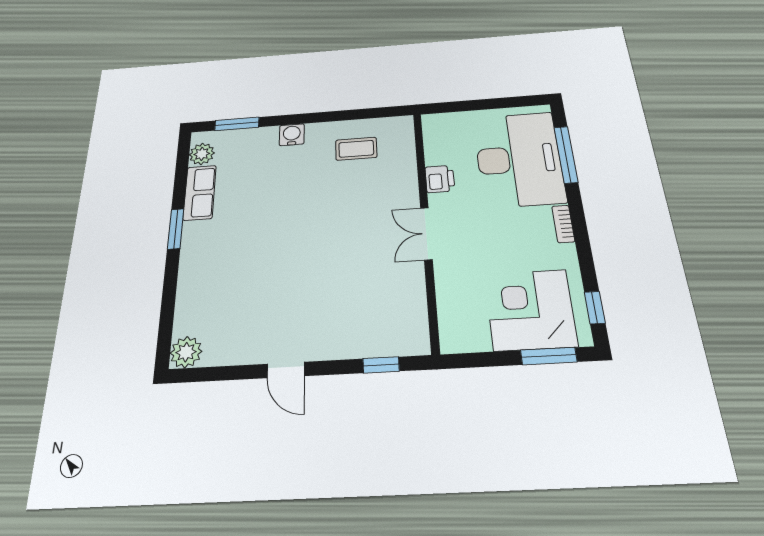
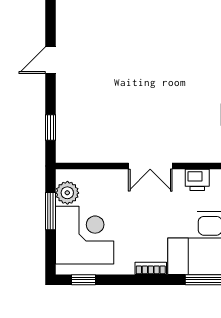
double door: (426, 234) -> (150, 166), swing flipped
plant: (473, 337) -> (67, 193), added
window: (549, 356) -> (50, 211), moved

